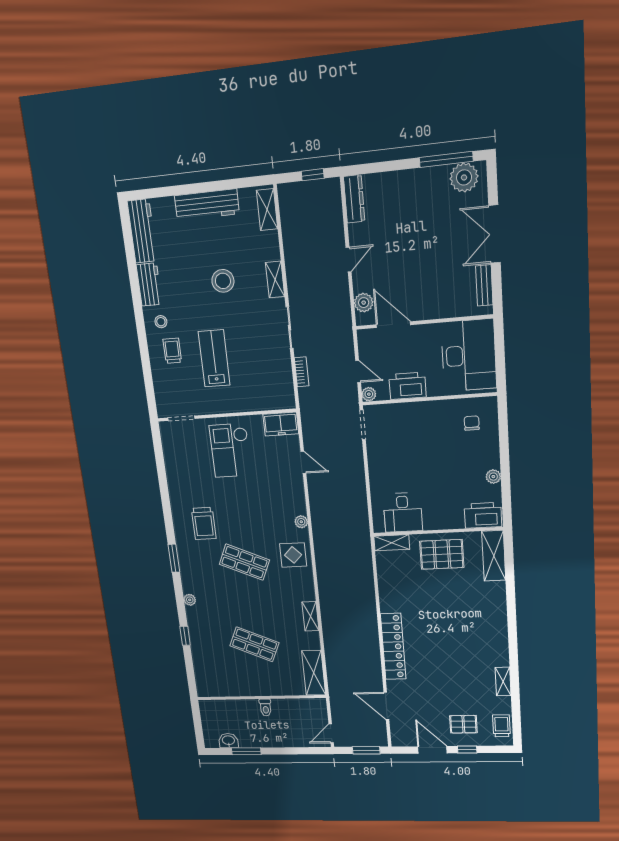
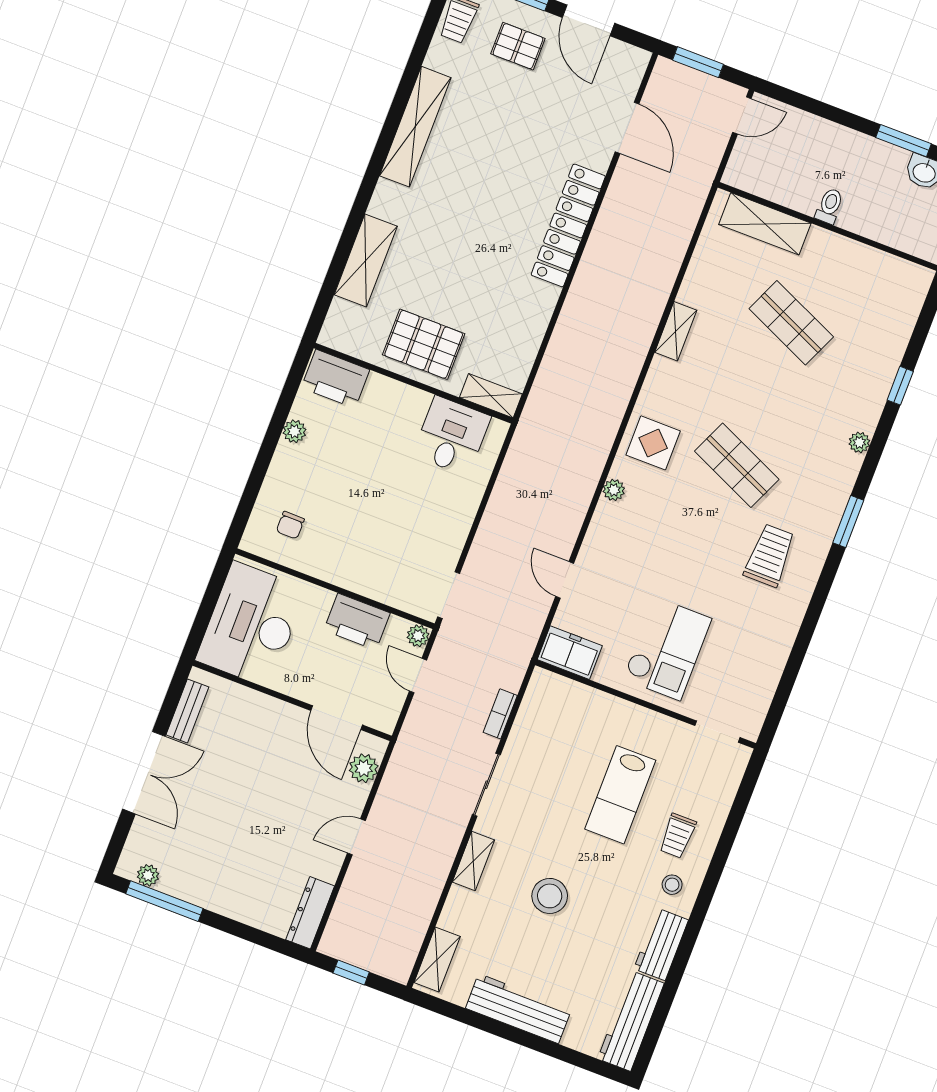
plant: (464, 177) -> (148, 875), width x0.53, depth x0.53
shelving: (494, 556) -> (366, 260), moved
shelving: (314, 673) -> (765, 224), moved, turned 90
shelving: (503, 681) -> (415, 127), width x2.20, depth x1.33

